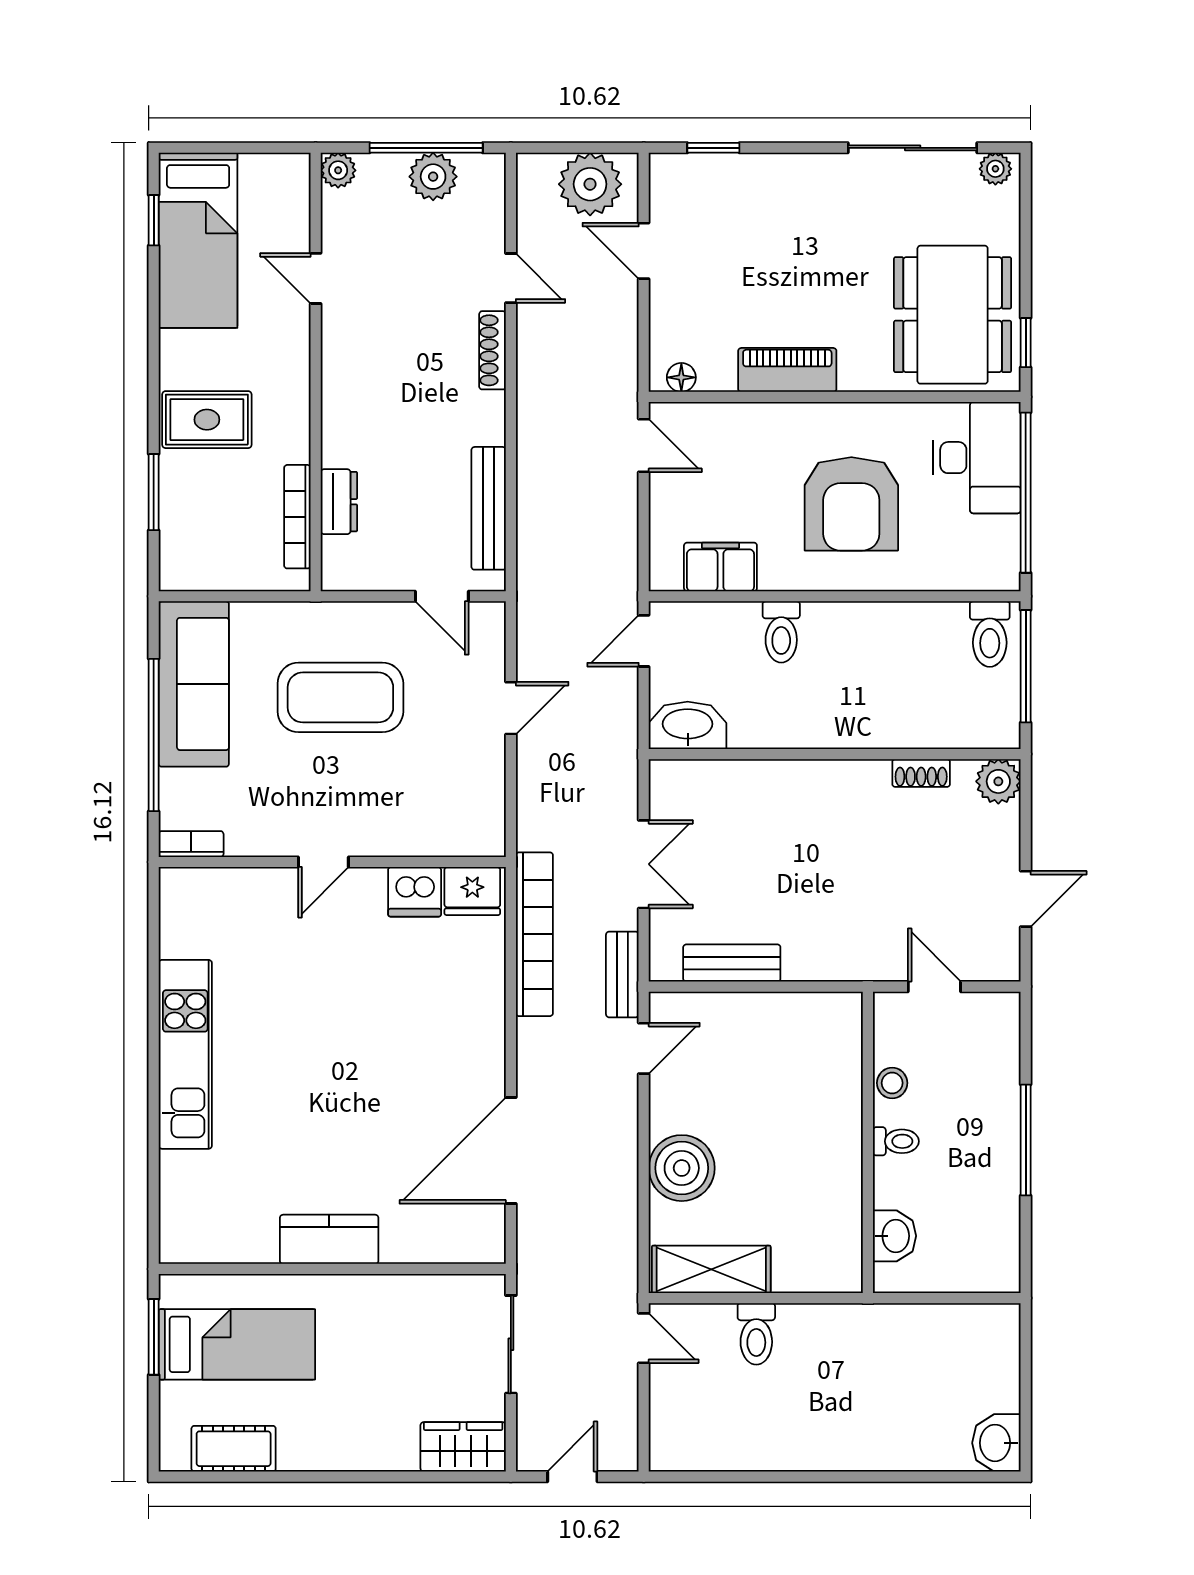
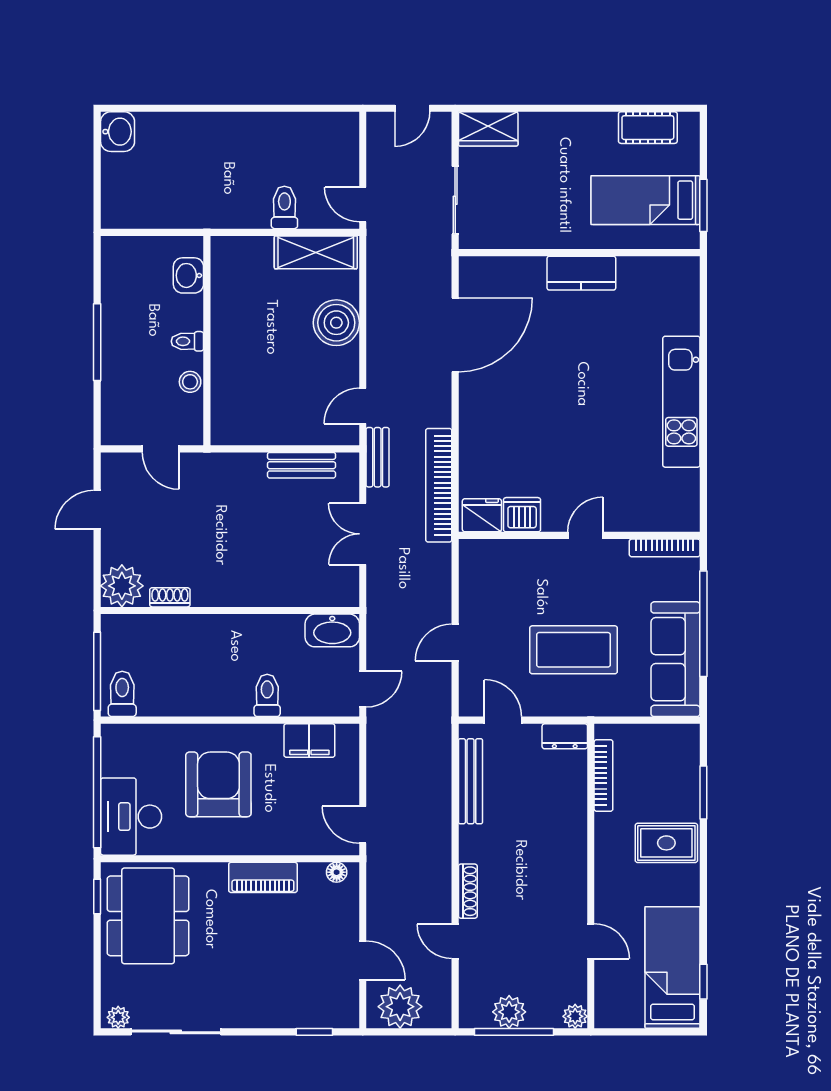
dresser: (339, 502) -> (565, 736), moved, turned -90
plant: (998, 781) -> (122, 586), width x1.36, depth x1.36
bookcase: (191, 844) -> (665, 548), width x1.56

